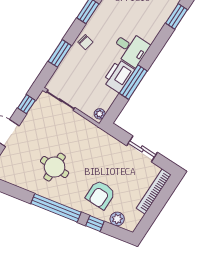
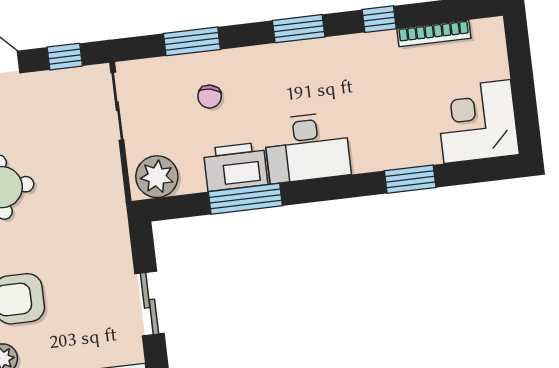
chair: (85, 42) -> (210, 97), moved
desk: (131, 48) -> (307, 148), width x1.37
plant: (100, 114) -> (157, 177), width x1.87, depth x1.87

